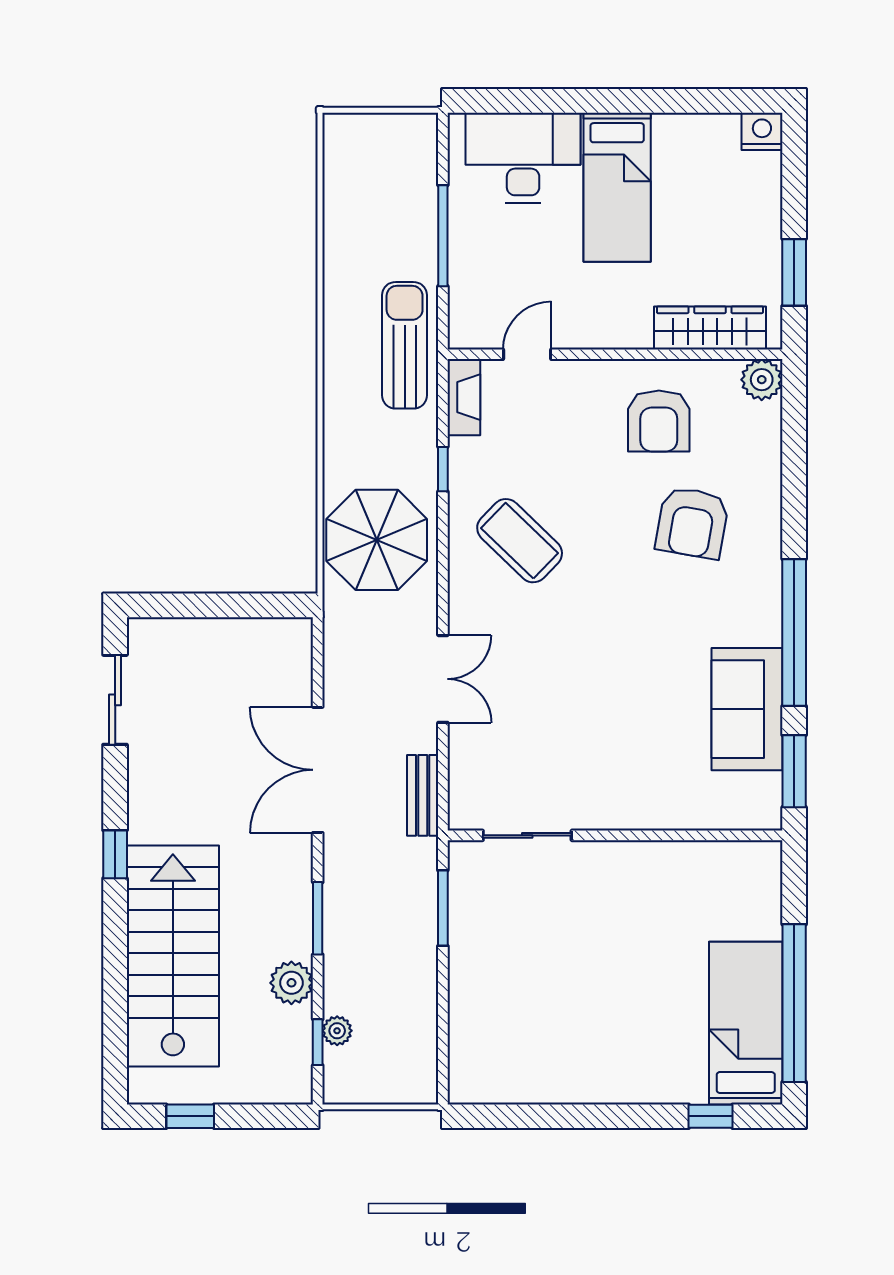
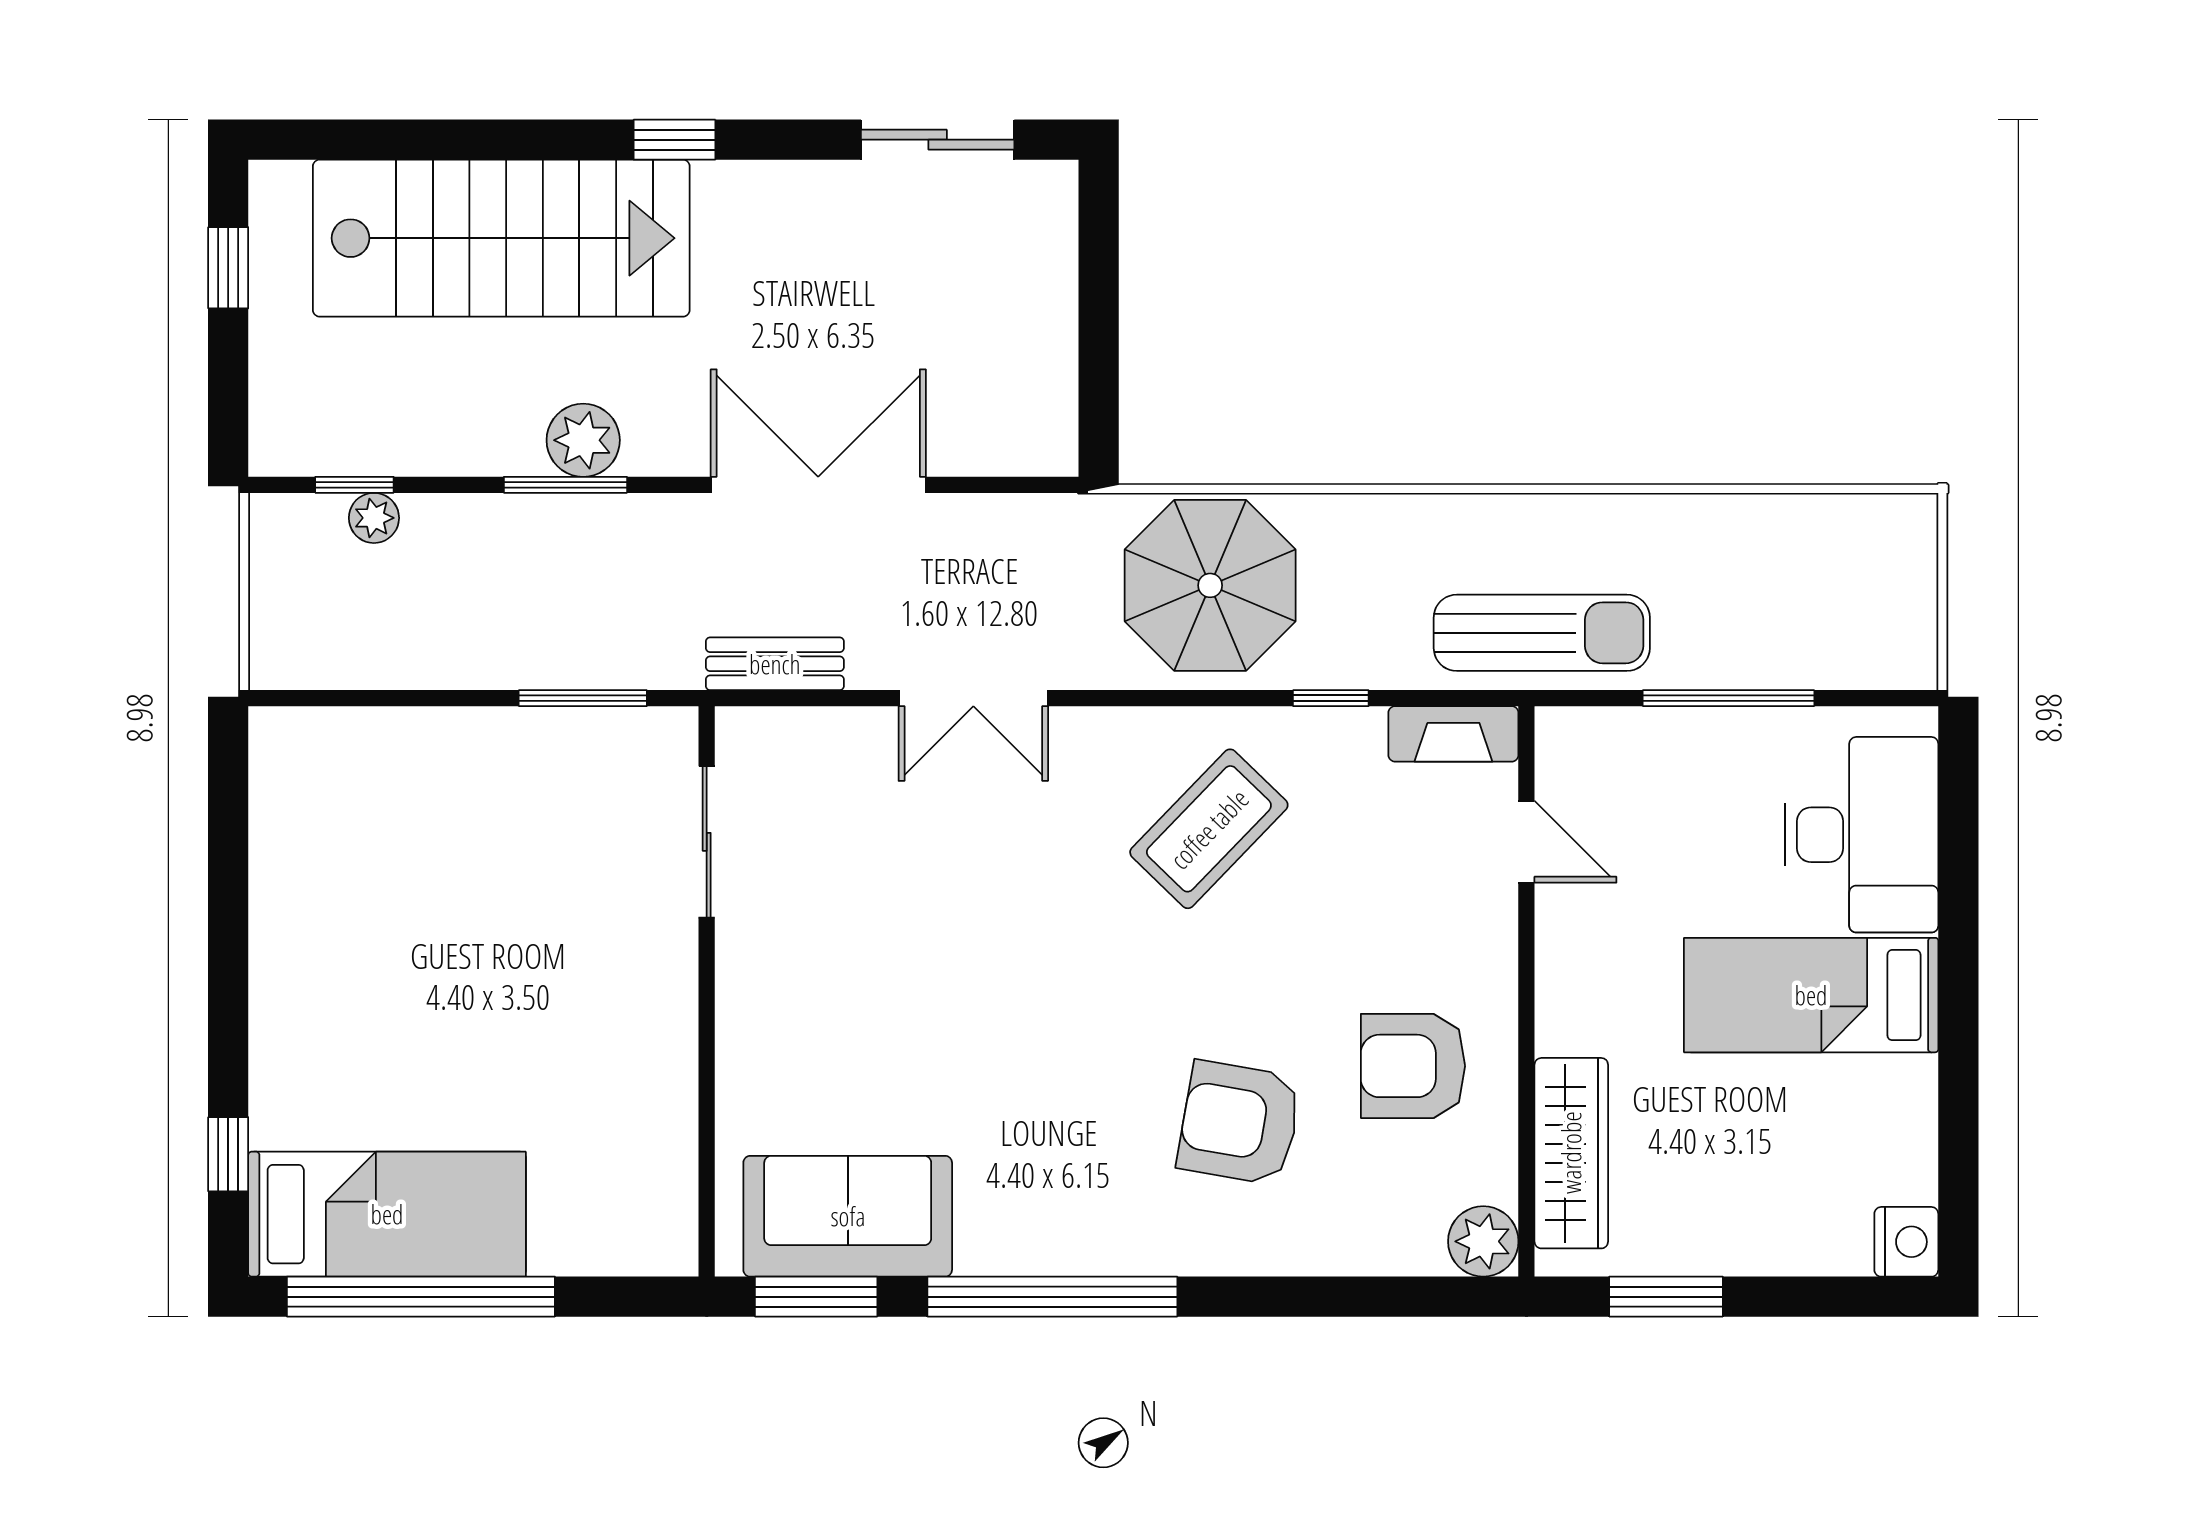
sofa: (747, 709) -> (848, 1216), moved
plant: (291, 983) -> (583, 440), moved

